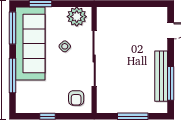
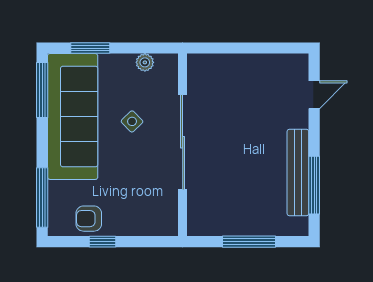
plant: (77, 17) -> (145, 62), width x0.53, depth x0.53
window: (12, 75) -> (42, 198), moved
armchair: (76, 98) -> (89, 219), moved, turned 90

